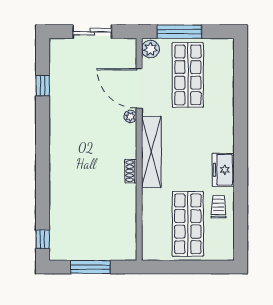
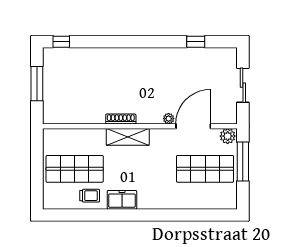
shelving: (151, 152) -> (128, 137), width x0.68
shoe rack: (131, 171) -> (121, 119), width x1.43

